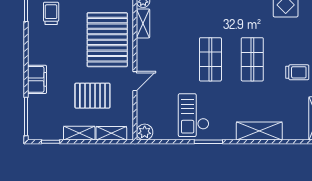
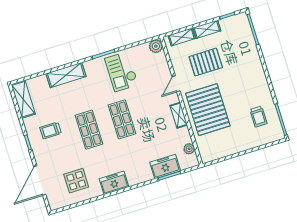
shelving: (143, 23) -> (179, 115), moved
filing cabinet: (37, 79) -> (253, 61), removed
checkout: (194, 115) -> (122, 71), turned 180

